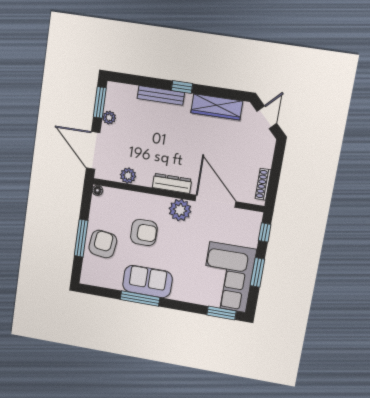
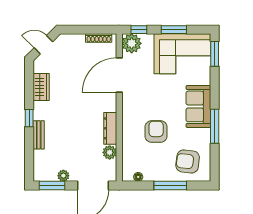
bench: (161, 95) -> (39, 135), width x0.73
wardrobe: (217, 107) -> (41, 87), width x0.67
dresser: (172, 183) -> (110, 128), moved
floor lamp: (97, 190) -> (138, 177), moved
plant: (180, 210) -> (132, 43), moved
armchair: (103, 244) -> (188, 161), moved
sofa: (147, 282) -> (198, 106), moved

